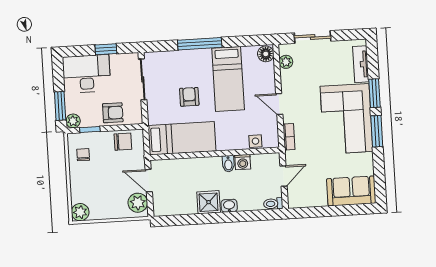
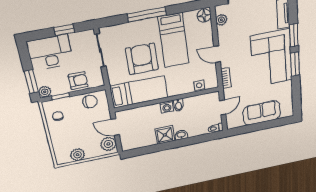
armchair: (189, 97) -> (142, 59), width x1.88, depth x1.88
washing machine: (243, 162) -> (167, 107), moved
sofa: (351, 191) -> (262, 113), moved
plant: (80, 212) -> (78, 155), moved

